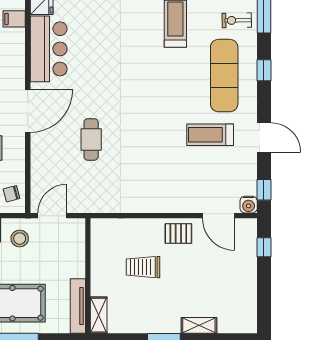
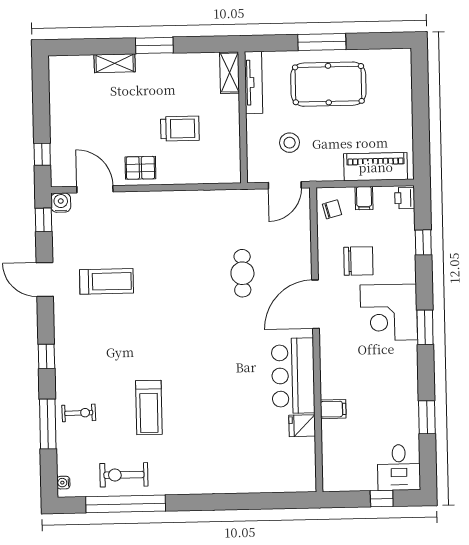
exercise mat: (224, 76) -> (92, 349), removed
stool: (20, 239) -> (290, 143), moved

